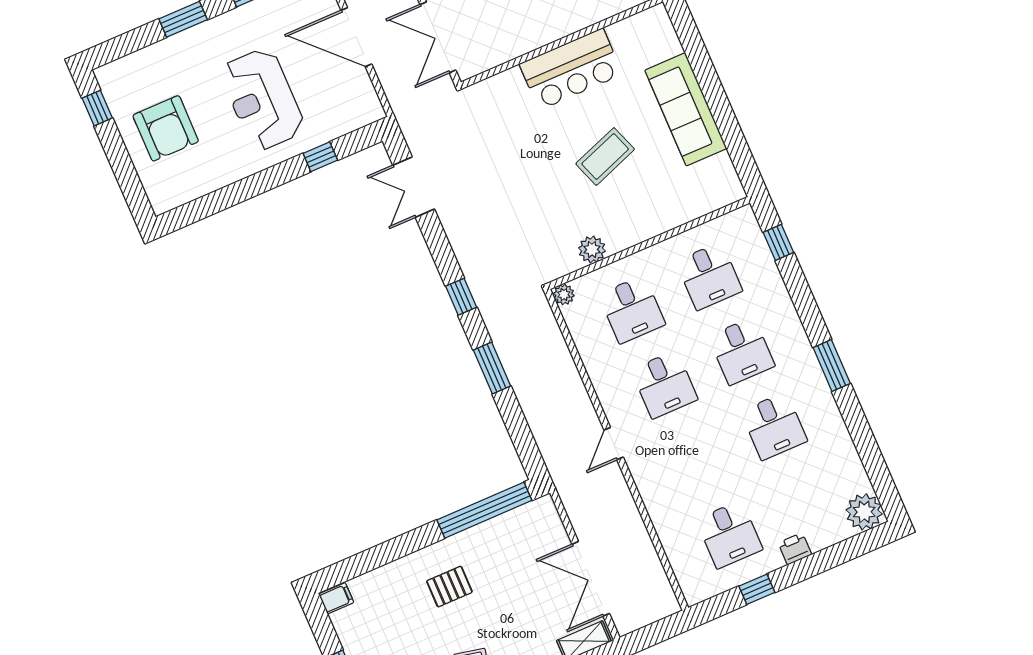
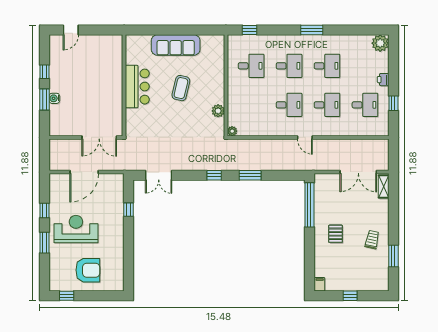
reception desk: (262, 99) -> (76, 229), moved, turned 180
coffee table: (605, 157) -> (181, 88), turned 33
desk: (632, 309) -> (327, 105), moved

